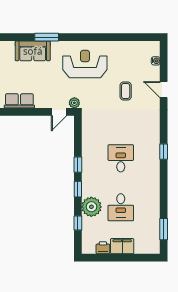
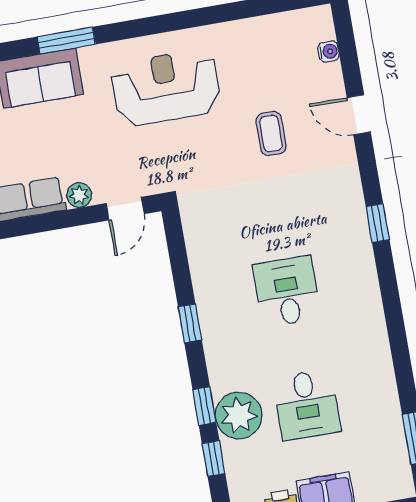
plant: (74, 103) -> (79, 195), moved
window: (164, 152) -> (378, 223), moved
window: (78, 189) -> (204, 406), moved

